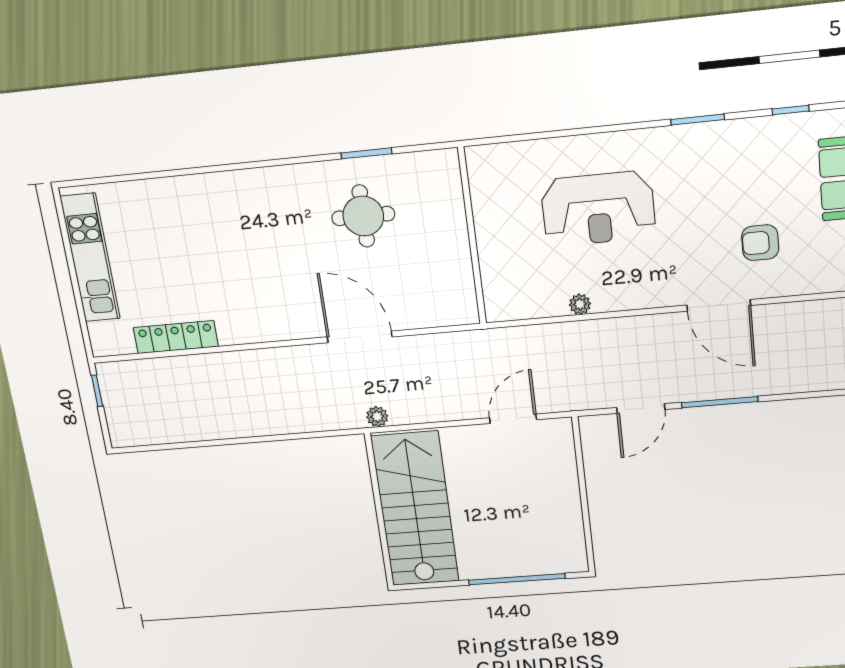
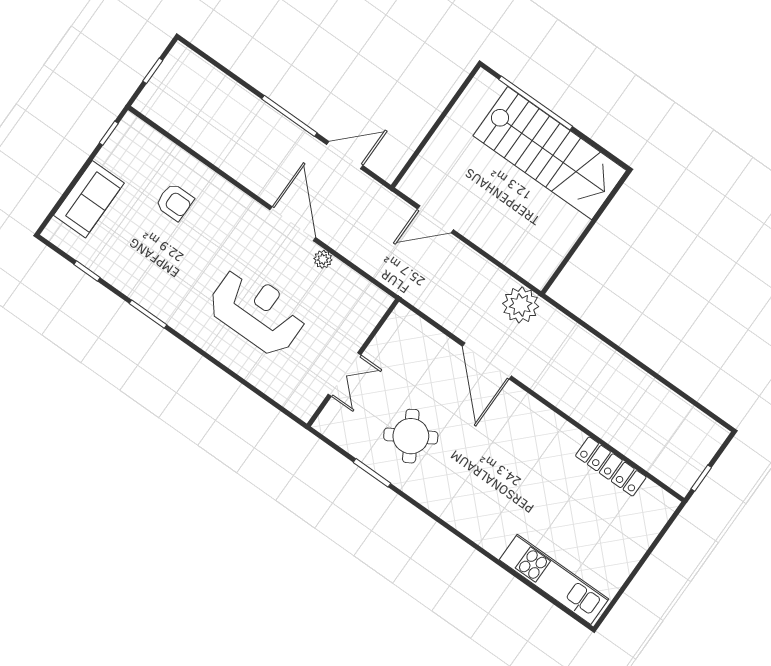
round table: (363, 216) -> (411, 436), turned -31
double door: (470, 220) -> (344, 375), added
kitchen unit: (90, 258) -> (554, 579), moved, turned 90
door: (719, 305) -> (293, 224), moved
plant: (377, 417) -> (521, 305), width x1.87, depth x1.87
stairs: (415, 509) -> (550, 153), moved, turned -90

